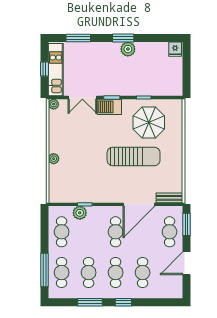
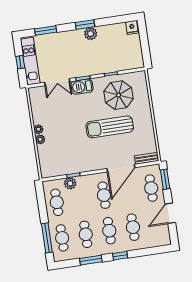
plant: (54, 104) -> (39, 129), moved
sun lounger: (134, 156) -> (110, 127), turned 180

